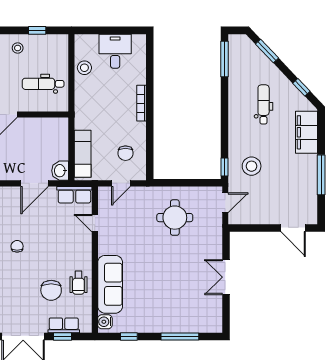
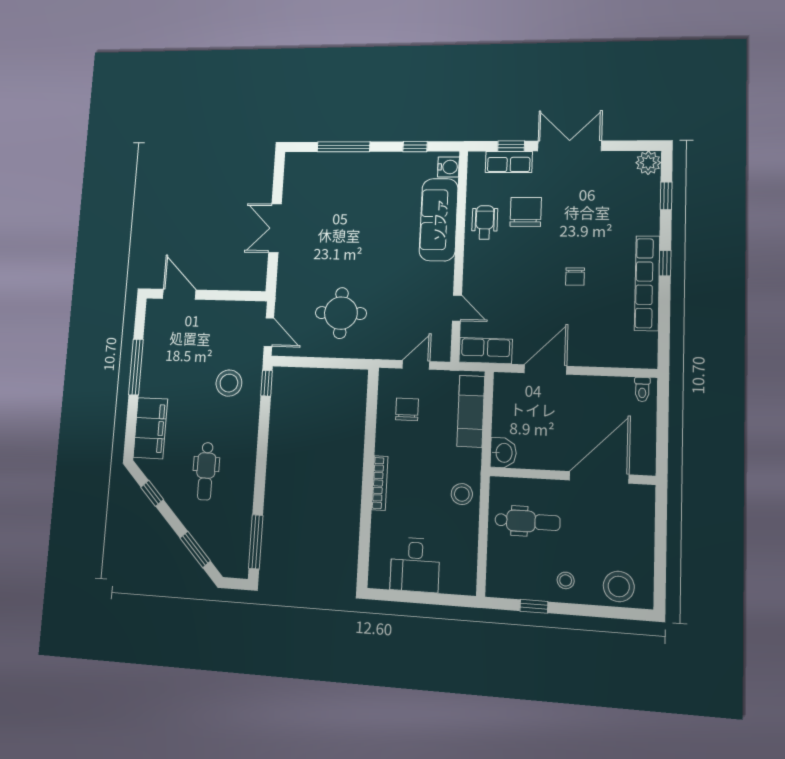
stool: (84, 68) -> (462, 494), moved
washbasin: (60, 171) -> (503, 453), moved
door: (225, 203) -> (269, 332), swing flipped
double door: (226, 277) -> (275, 228), swing flipped

